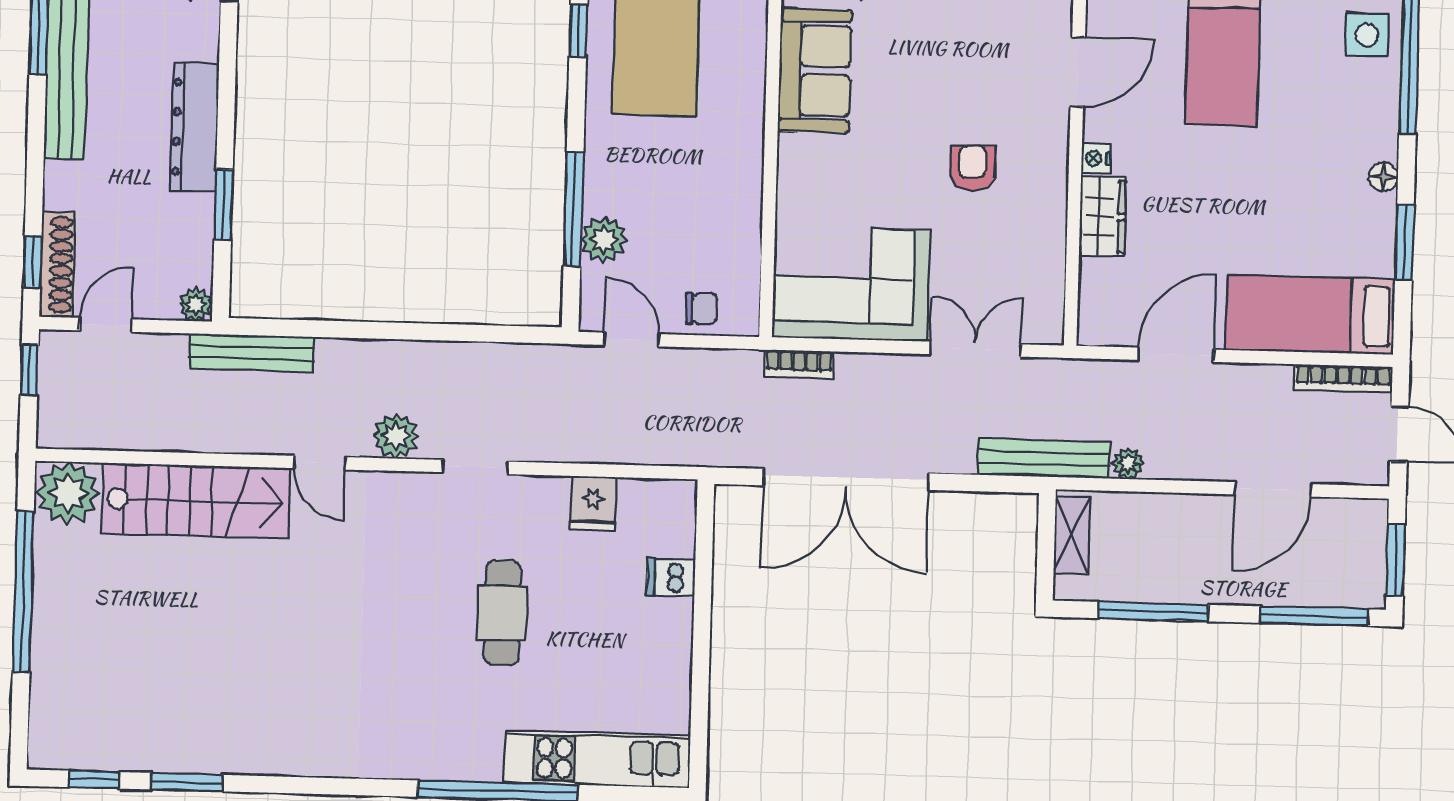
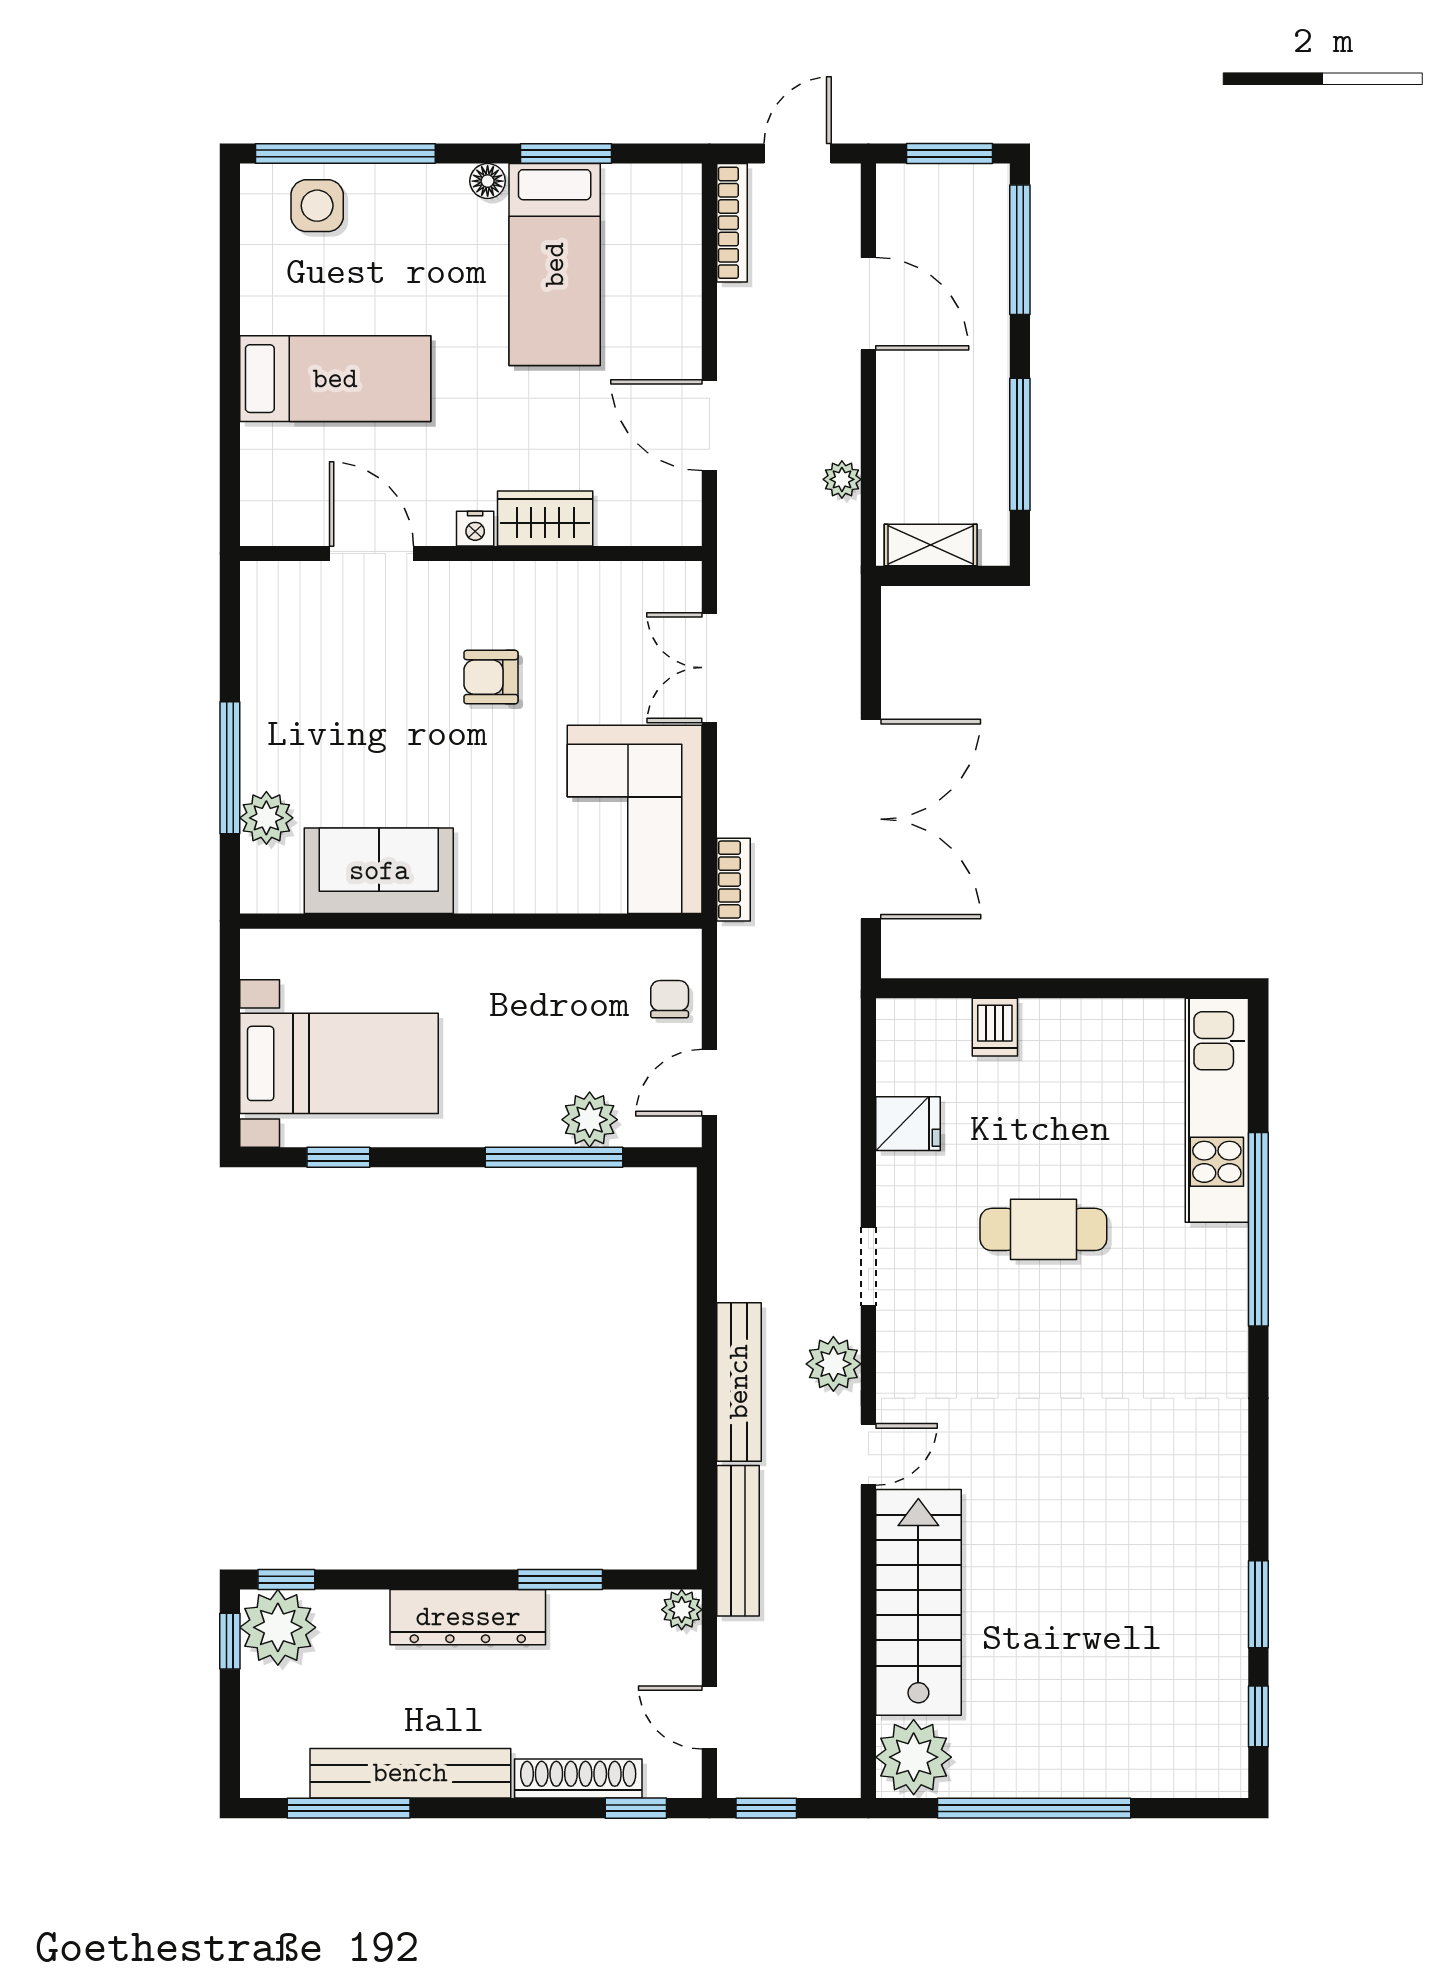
shoe rack: (57, 265) -> (578, 1779), moved
bed: (1310, 315) -> (555, 265), moved
bench: (1044, 458) -> (739, 1382), moved

